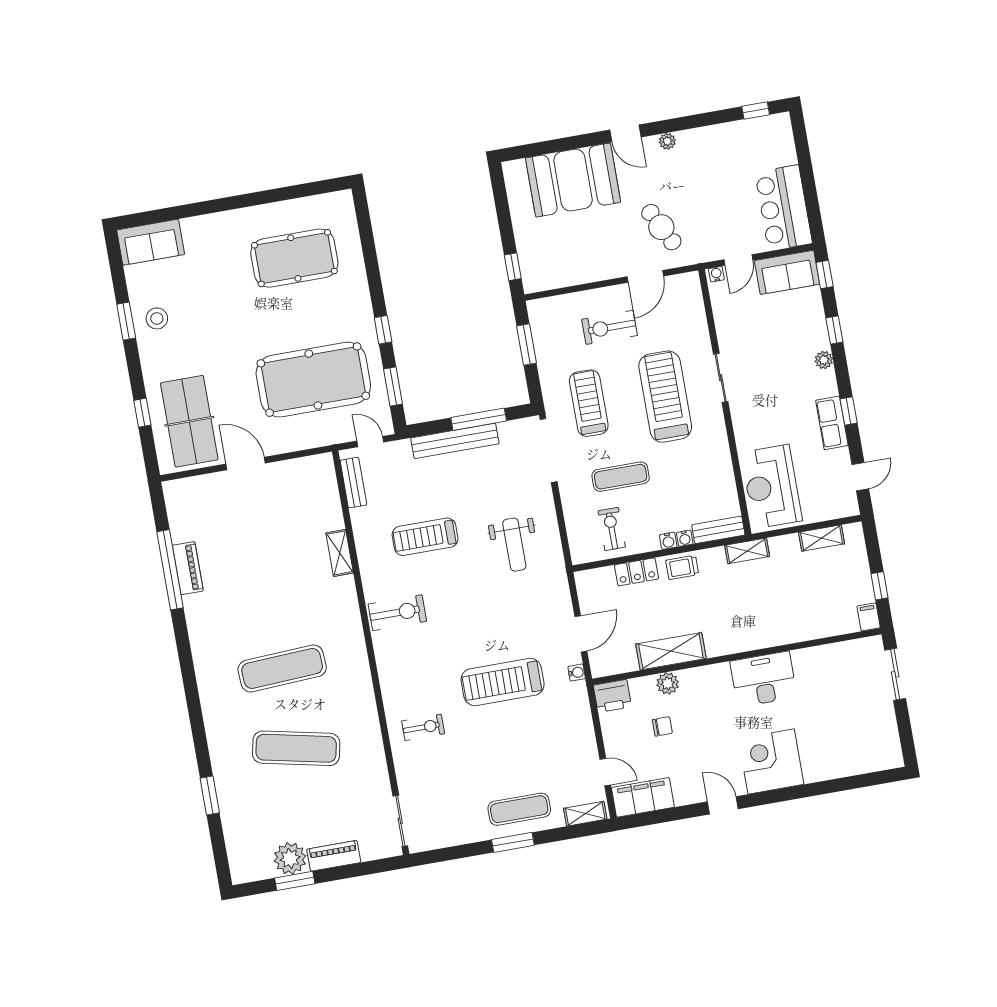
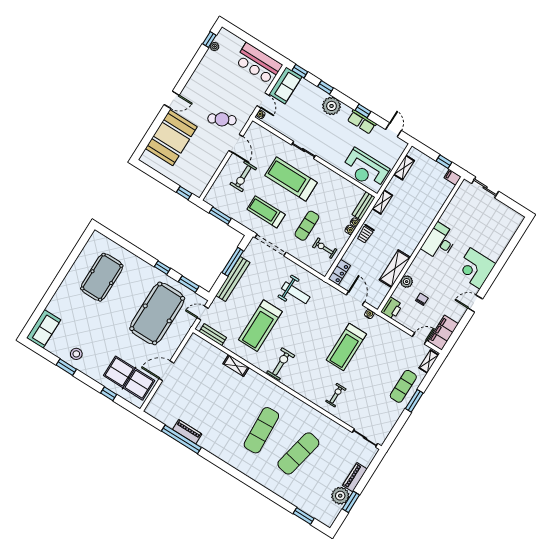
plant: (667, 141) -> (215, 47), moved
plant: (824, 360) -> (331, 106), width x1.88, depth x1.88
treadmill: (425, 537) -> (260, 326), width x1.37, depth x1.38
locker: (637, 572) -> (339, 272), moved
window: (210, 795) -> (304, 516), moved

